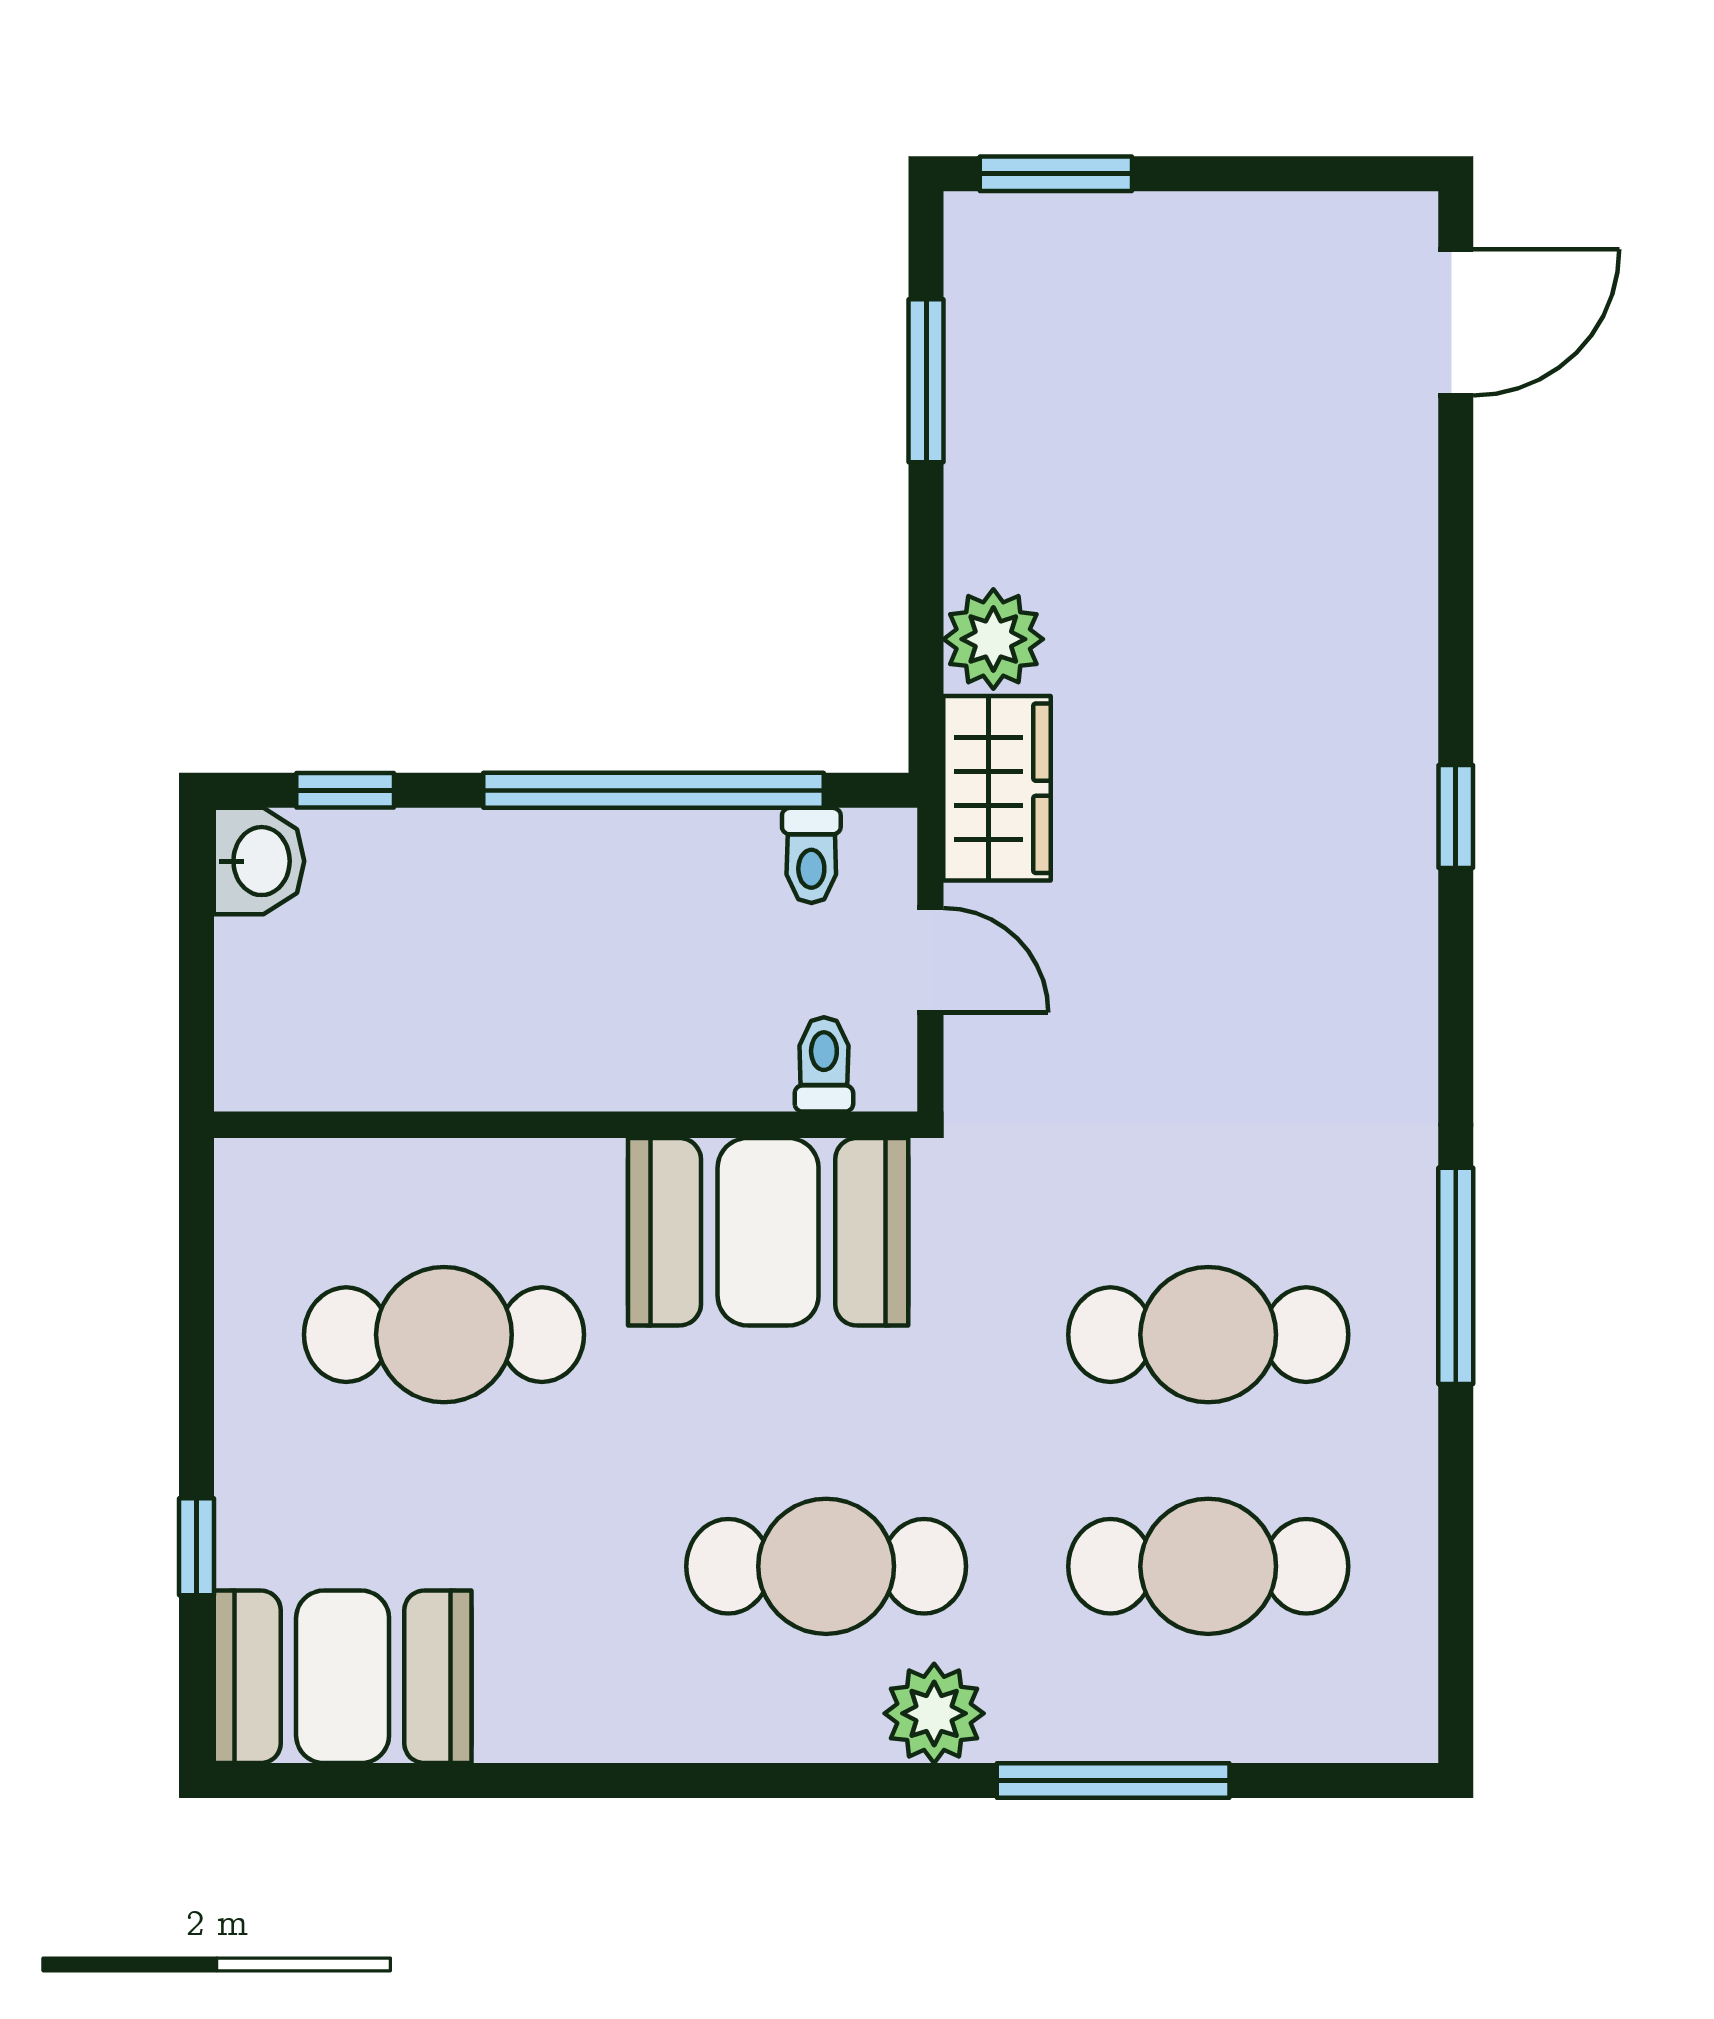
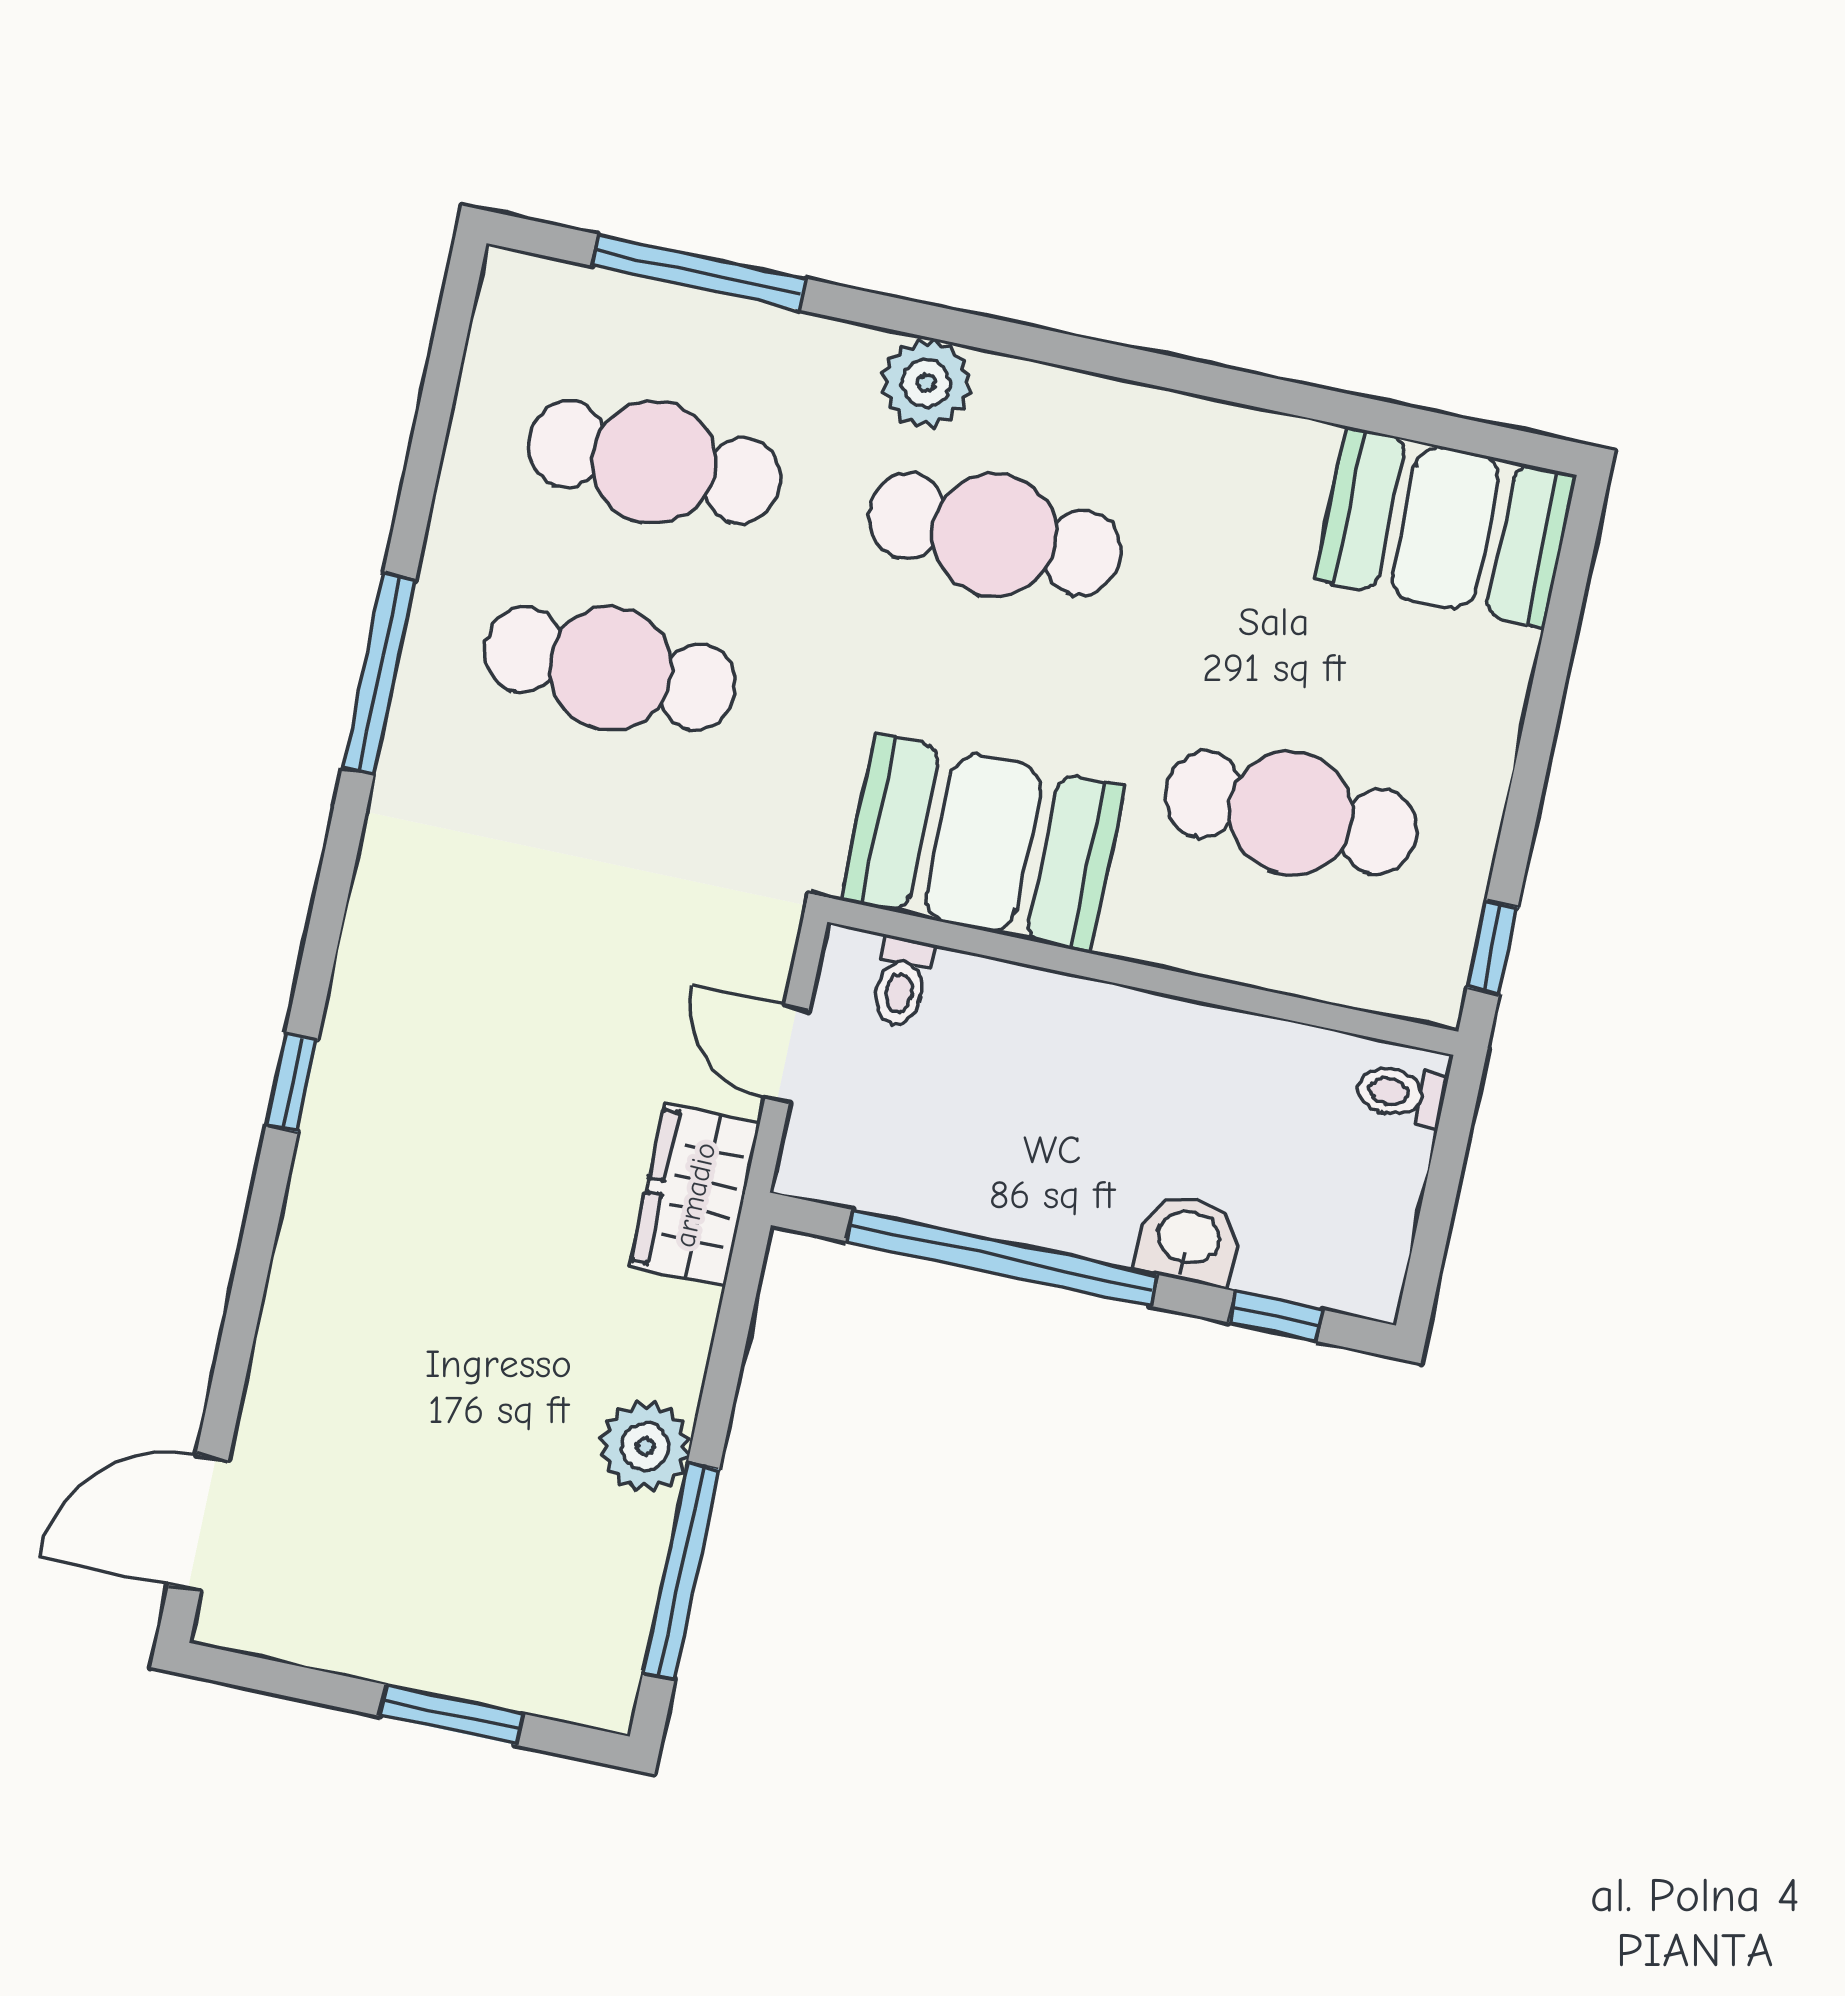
window: (1056, 174) -> (451, 1715), moved
window: (926, 381) -> (681, 1571), width x1.44
plant: (993, 639) -> (645, 1446), moved
toilet: (811, 855) -> (1401, 1094), moved, turned -90
washbasin: (259, 861) -> (1188, 1239), moved, turned 90
window: (196, 1547) -> (1493, 947), moved
window: (1113, 1781) -> (699, 272), moved

